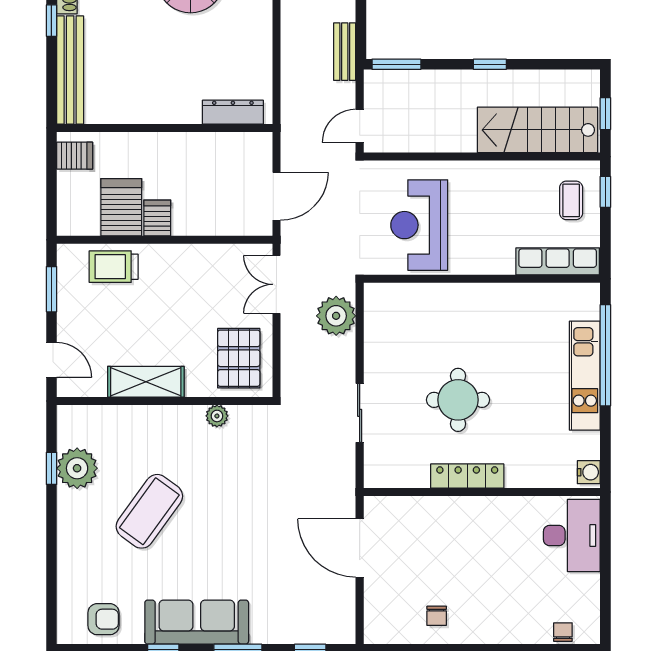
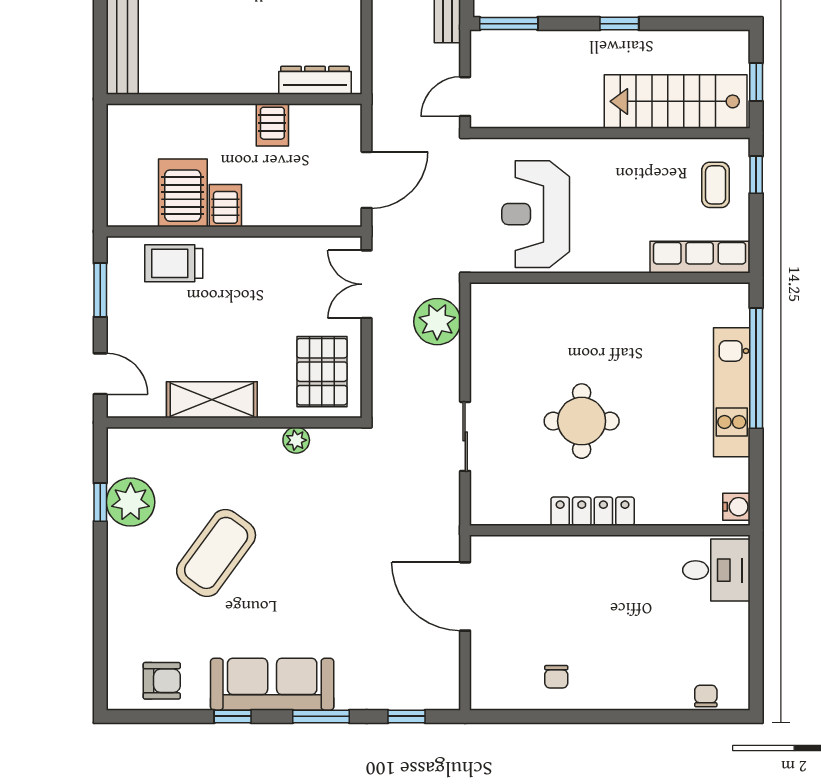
server rack: (75, 156) -> (272, 125), moved, turned 90
desk: (572, 535) -> (716, 570), width x0.73

